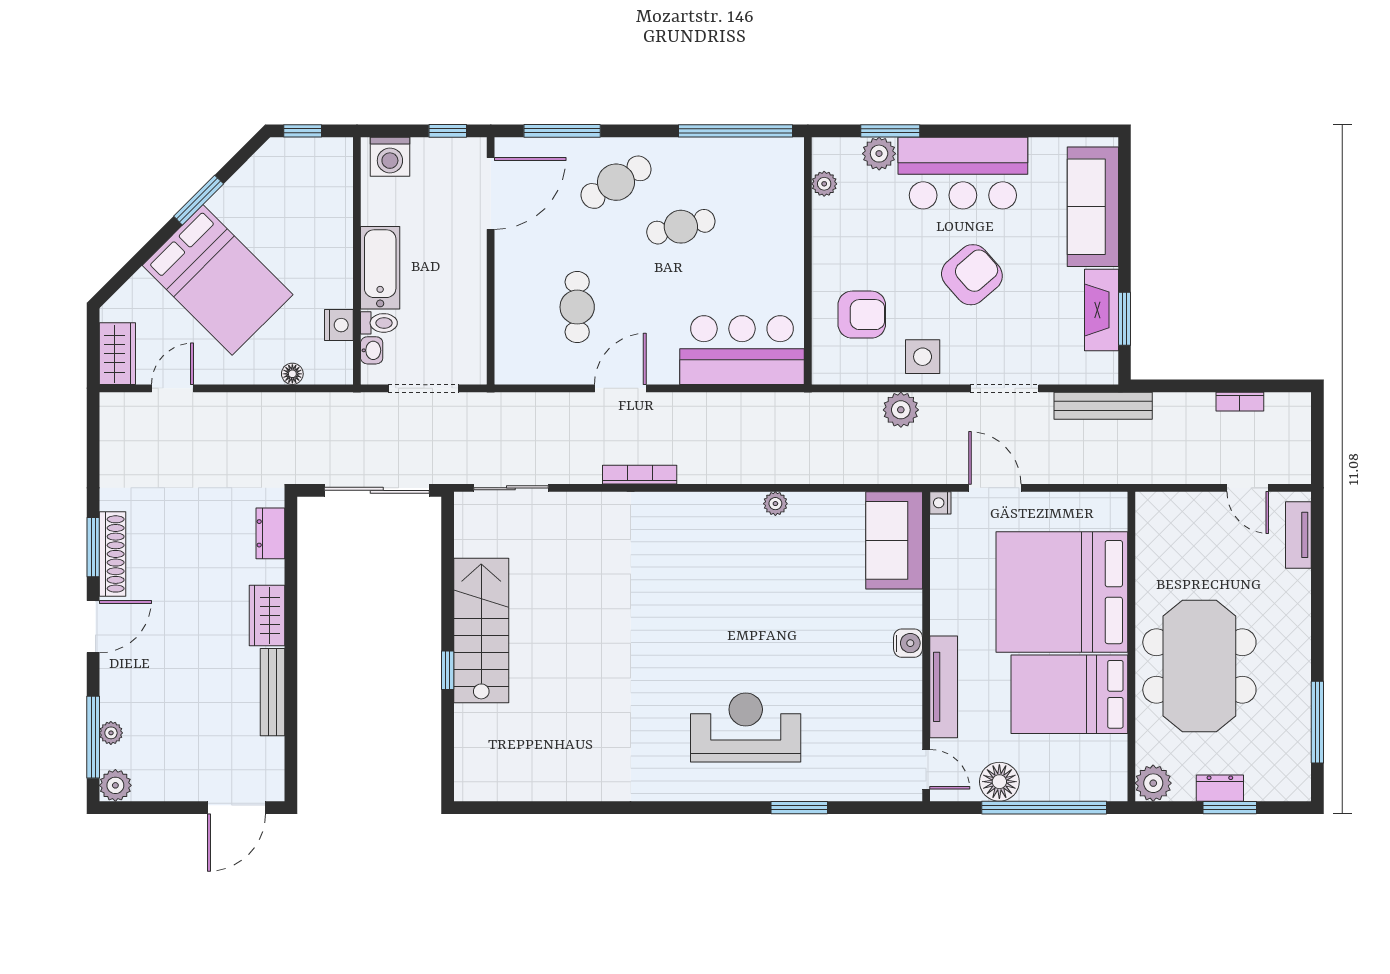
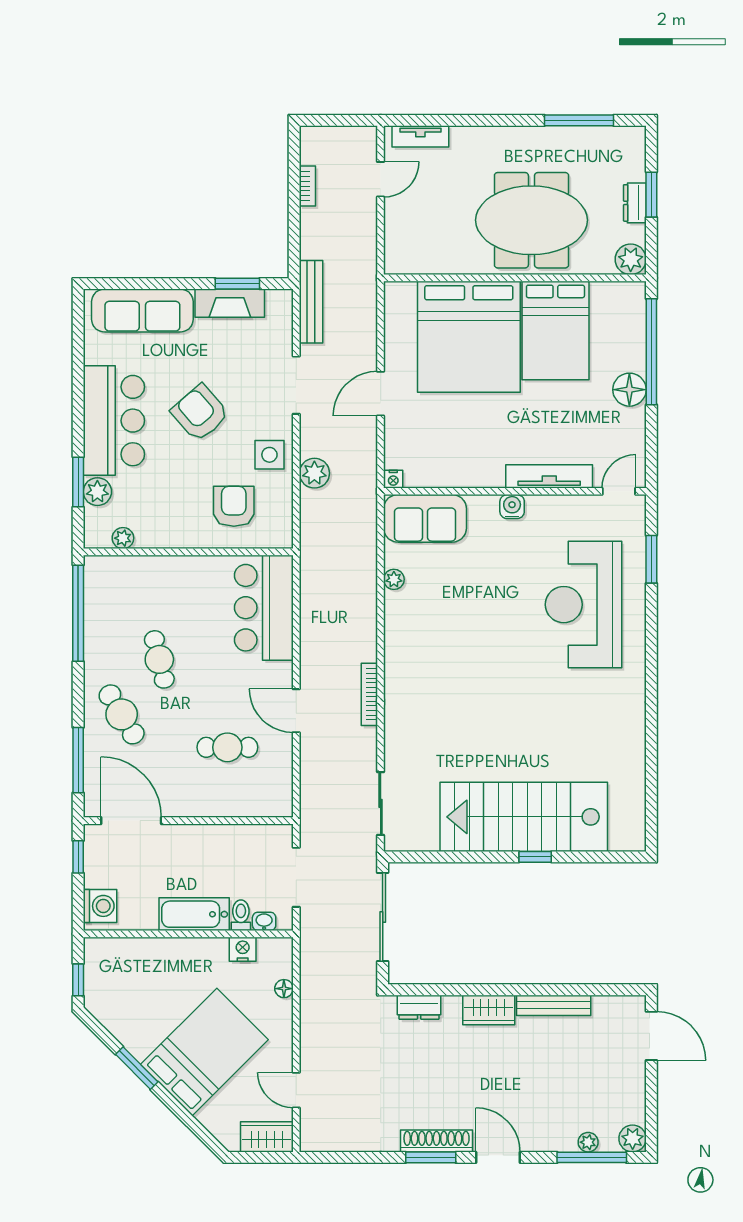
nightstand: (940, 503) -> (393, 479), moved
sofa: (894, 540) -> (425, 518), moved
stairs: (481, 631) -> (524, 817), width x1.36, depth x1.51
water cooler: (908, 643) -> (512, 507), moved
wall: (926, 646) -> (515, 491), moved
tv unit: (944, 687) -> (549, 476), moved
reception desk: (746, 727) -> (584, 605), width x1.36, depth x1.30
door: (926, 769) -> (619, 491), moved

